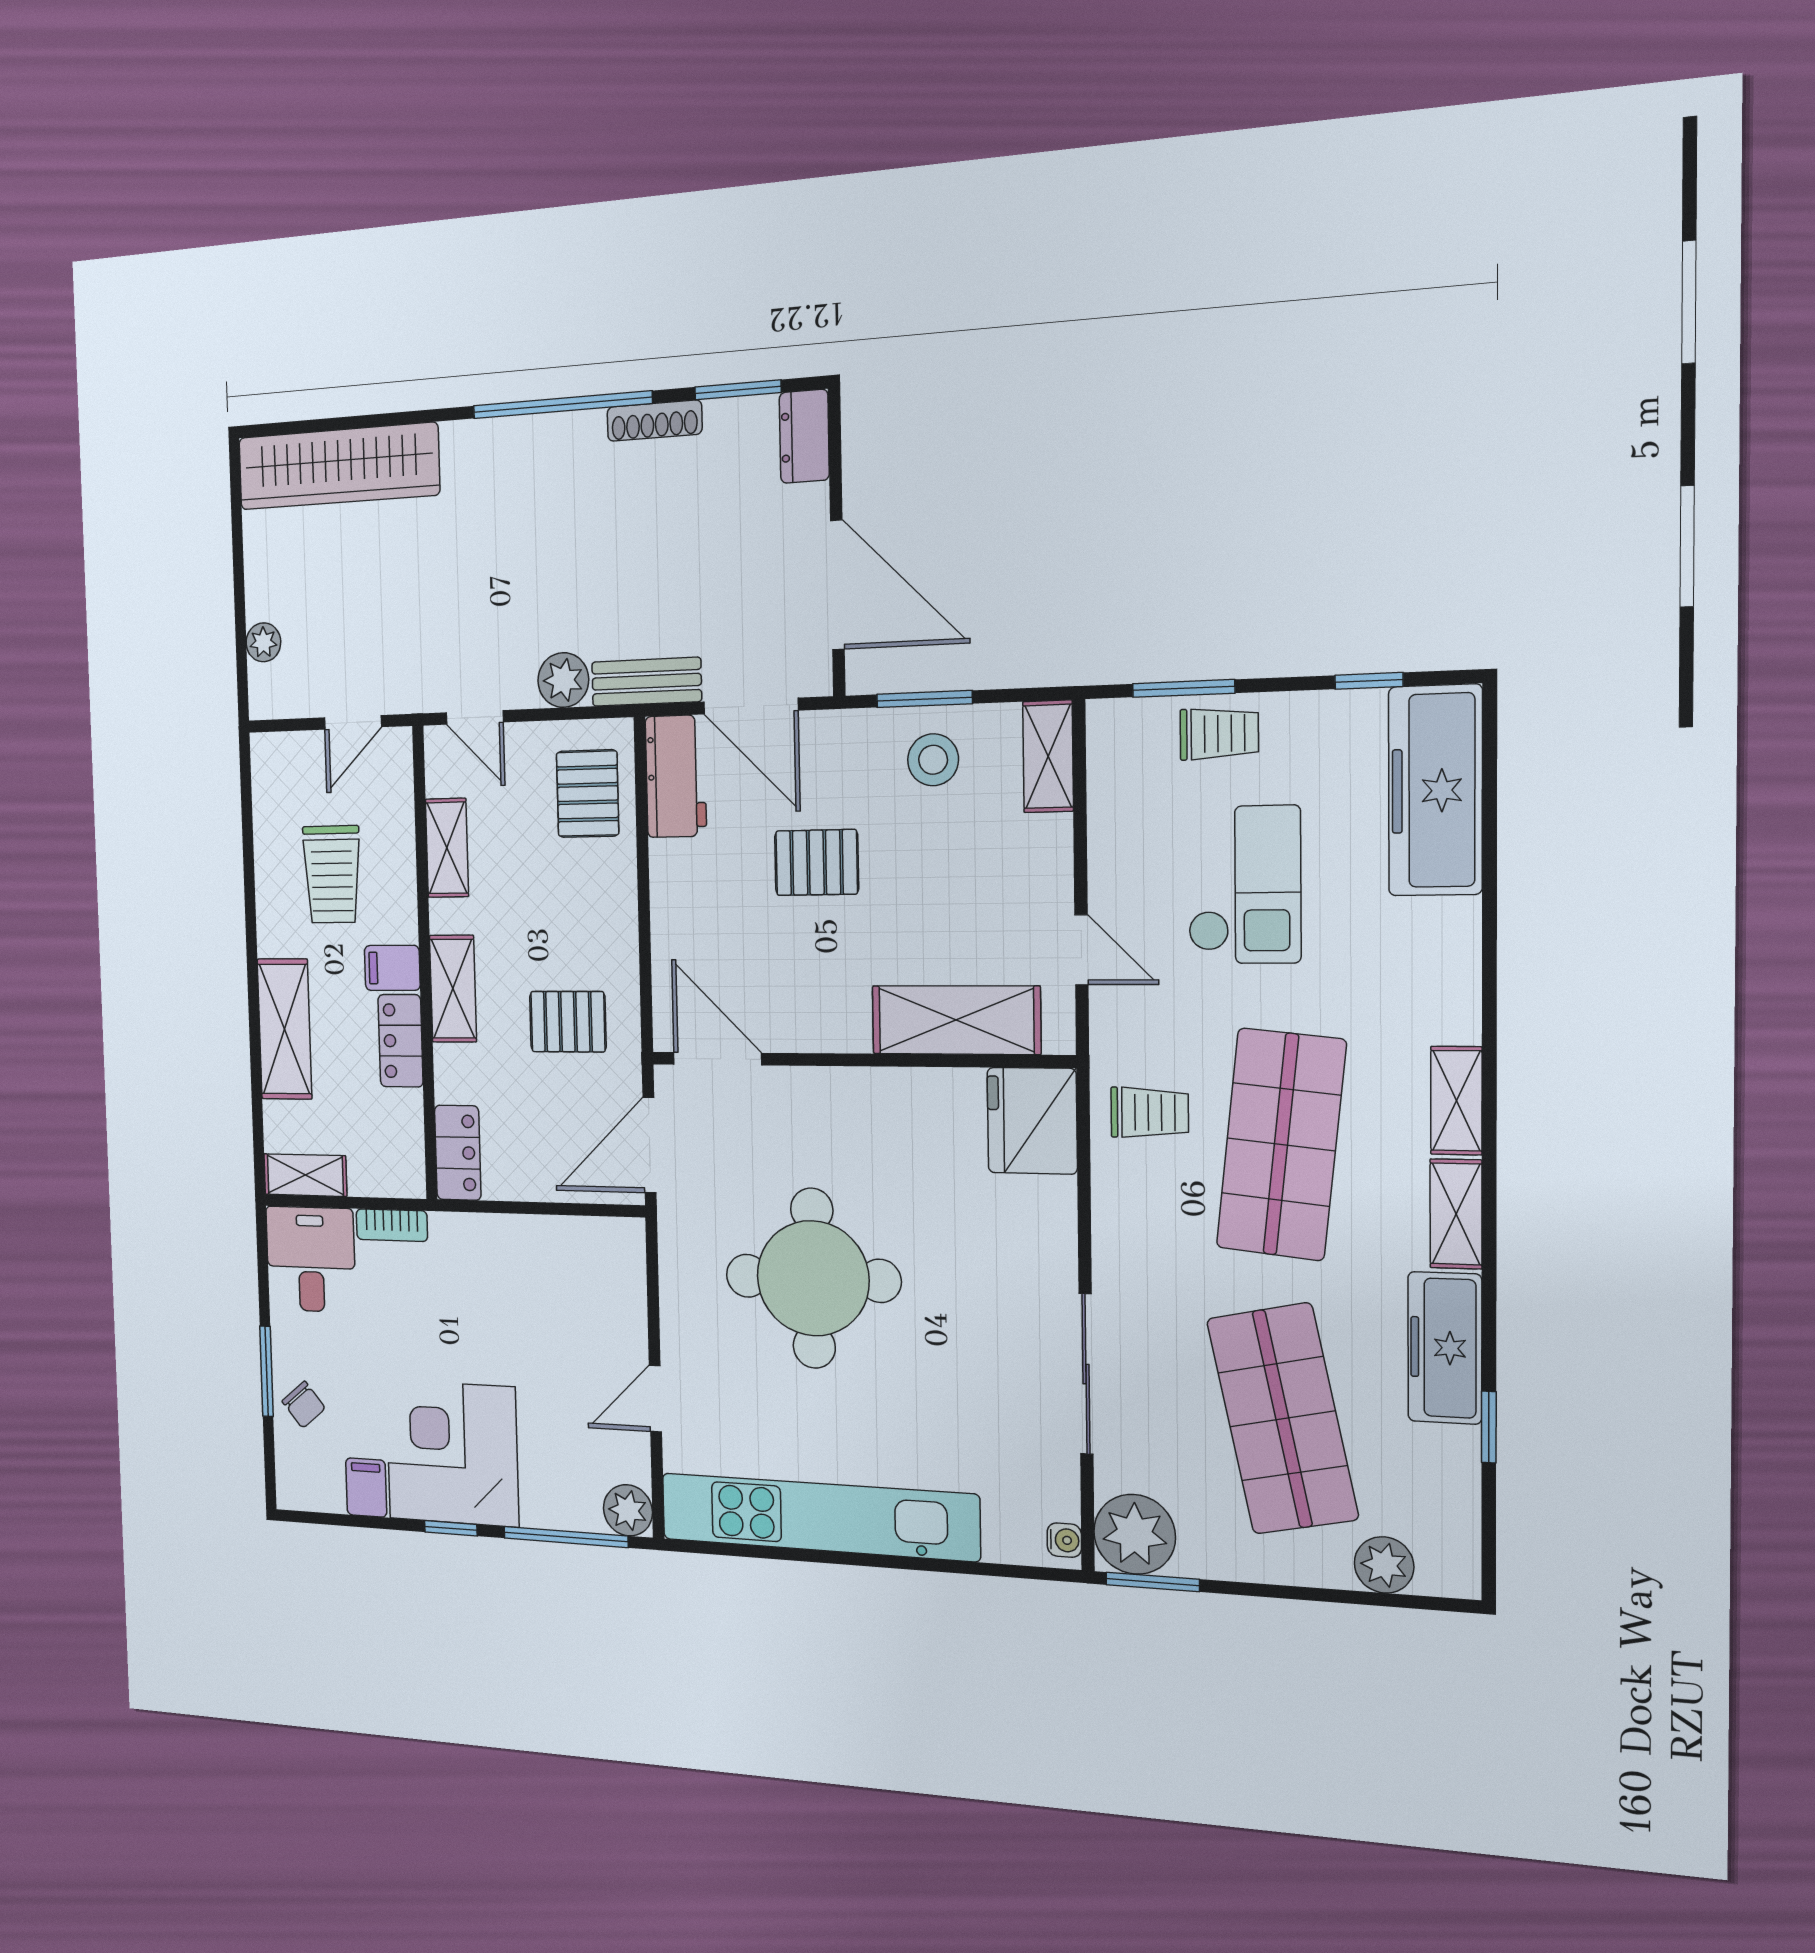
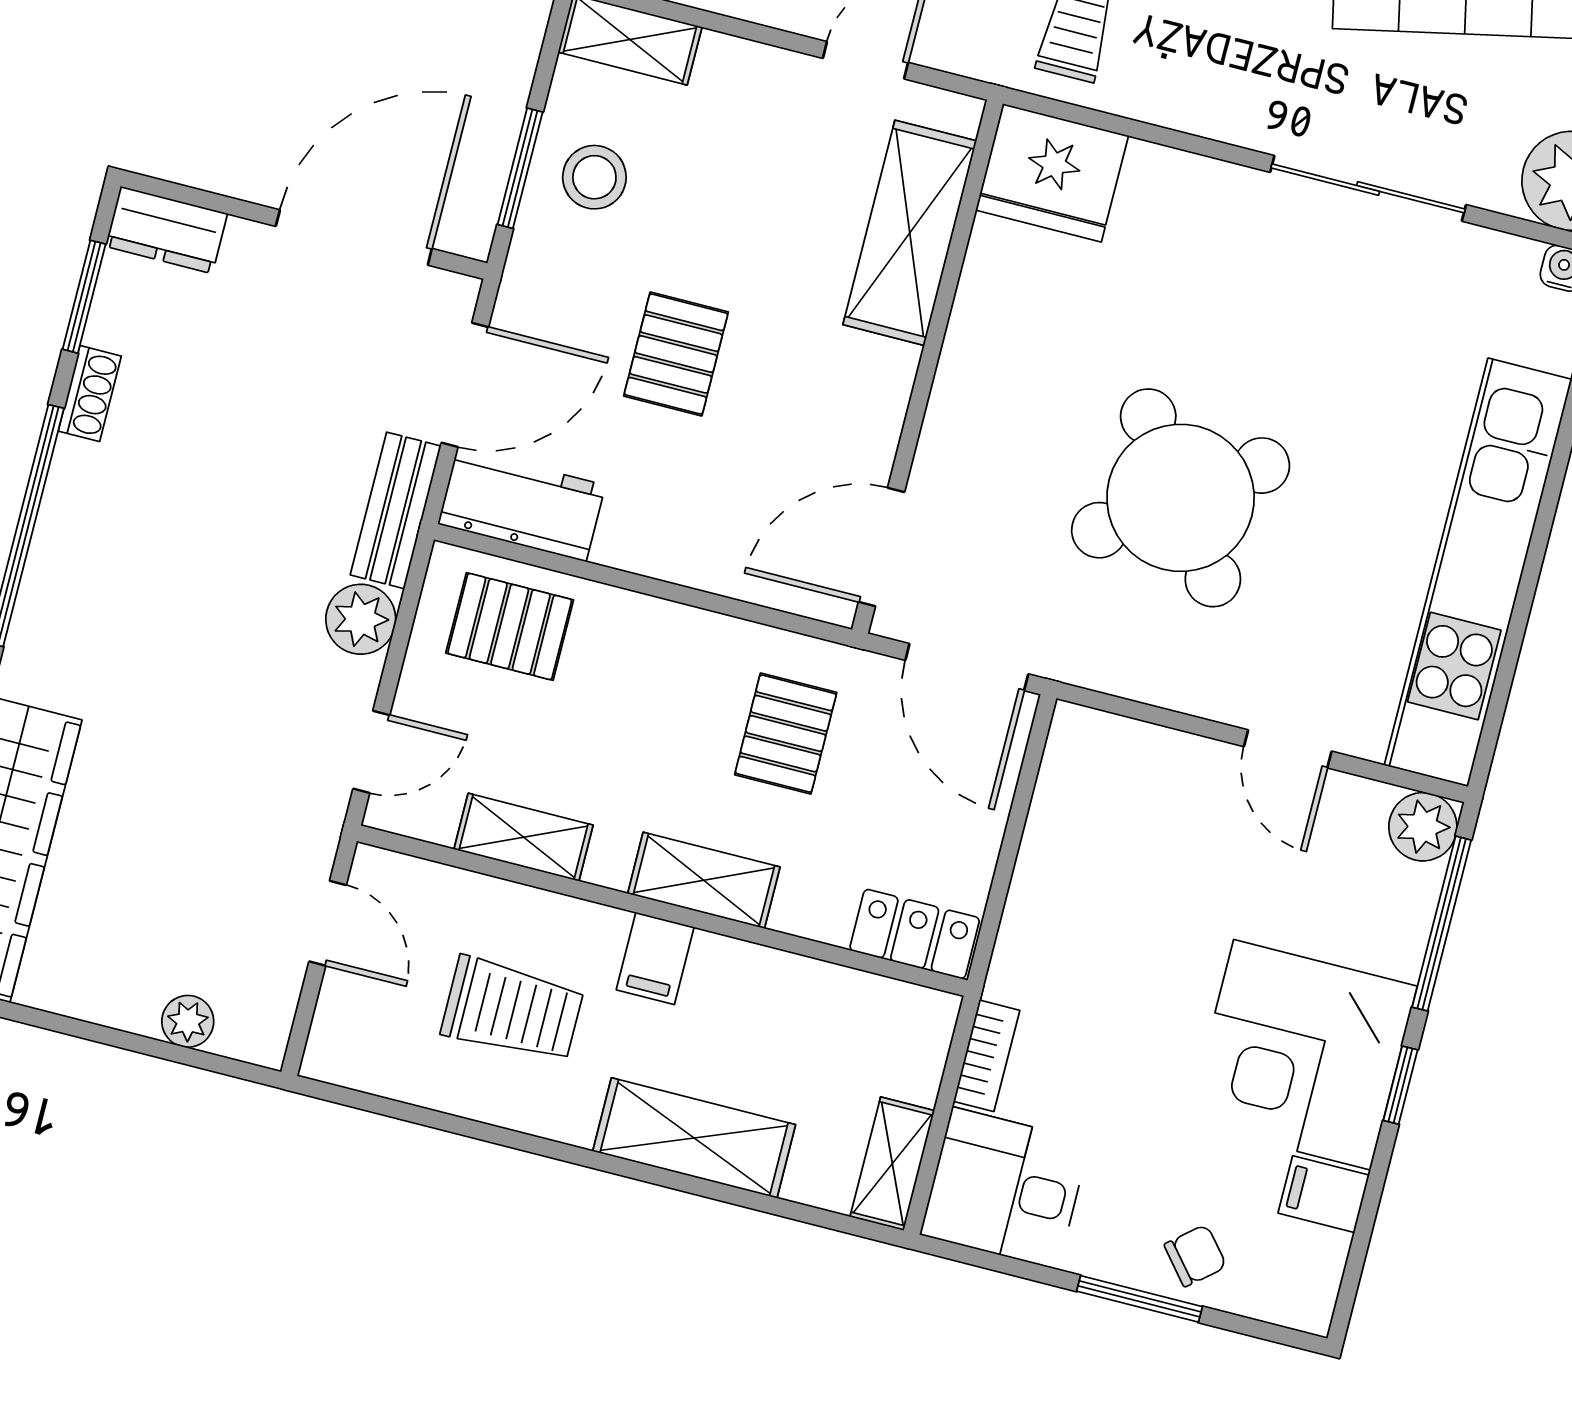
shoe rack: (654, 421) -> (90, 394), width x0.70
locker: (401, 1041) -> (751, 974), removed
round table: (813, 1278) -> (1181, 498), turned -36

